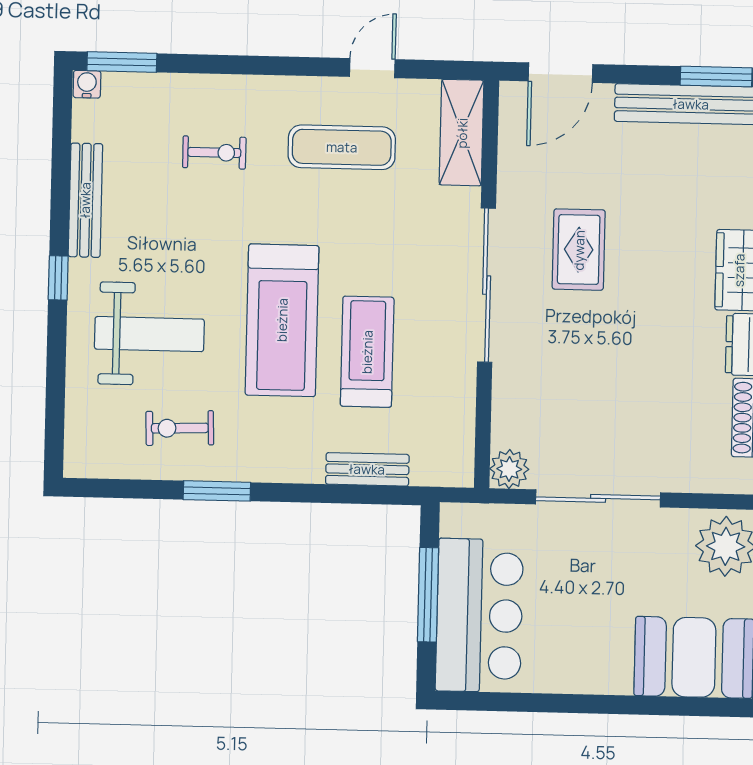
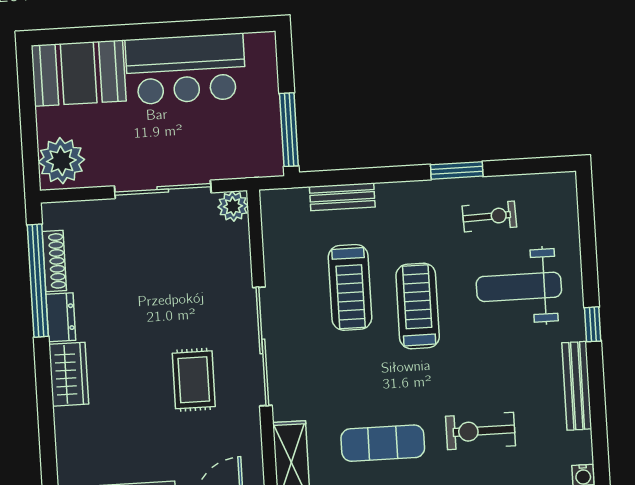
exercise bike: (214, 152) -> (481, 431), width x1.38, depth x1.39
treadmill: (282, 320) -> (418, 306), width x0.73, depth x0.73
window: (428, 595) -> (289, 130), moved
bar counter: (479, 615) -> (186, 69), moved, turned -90

